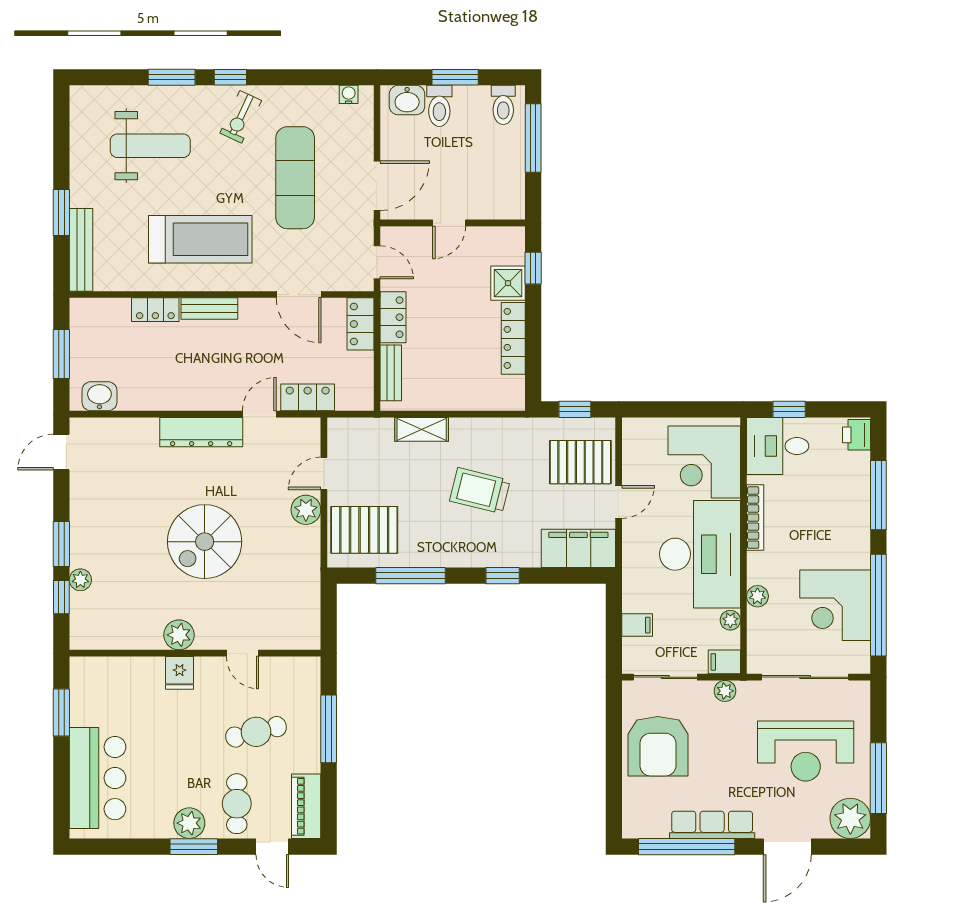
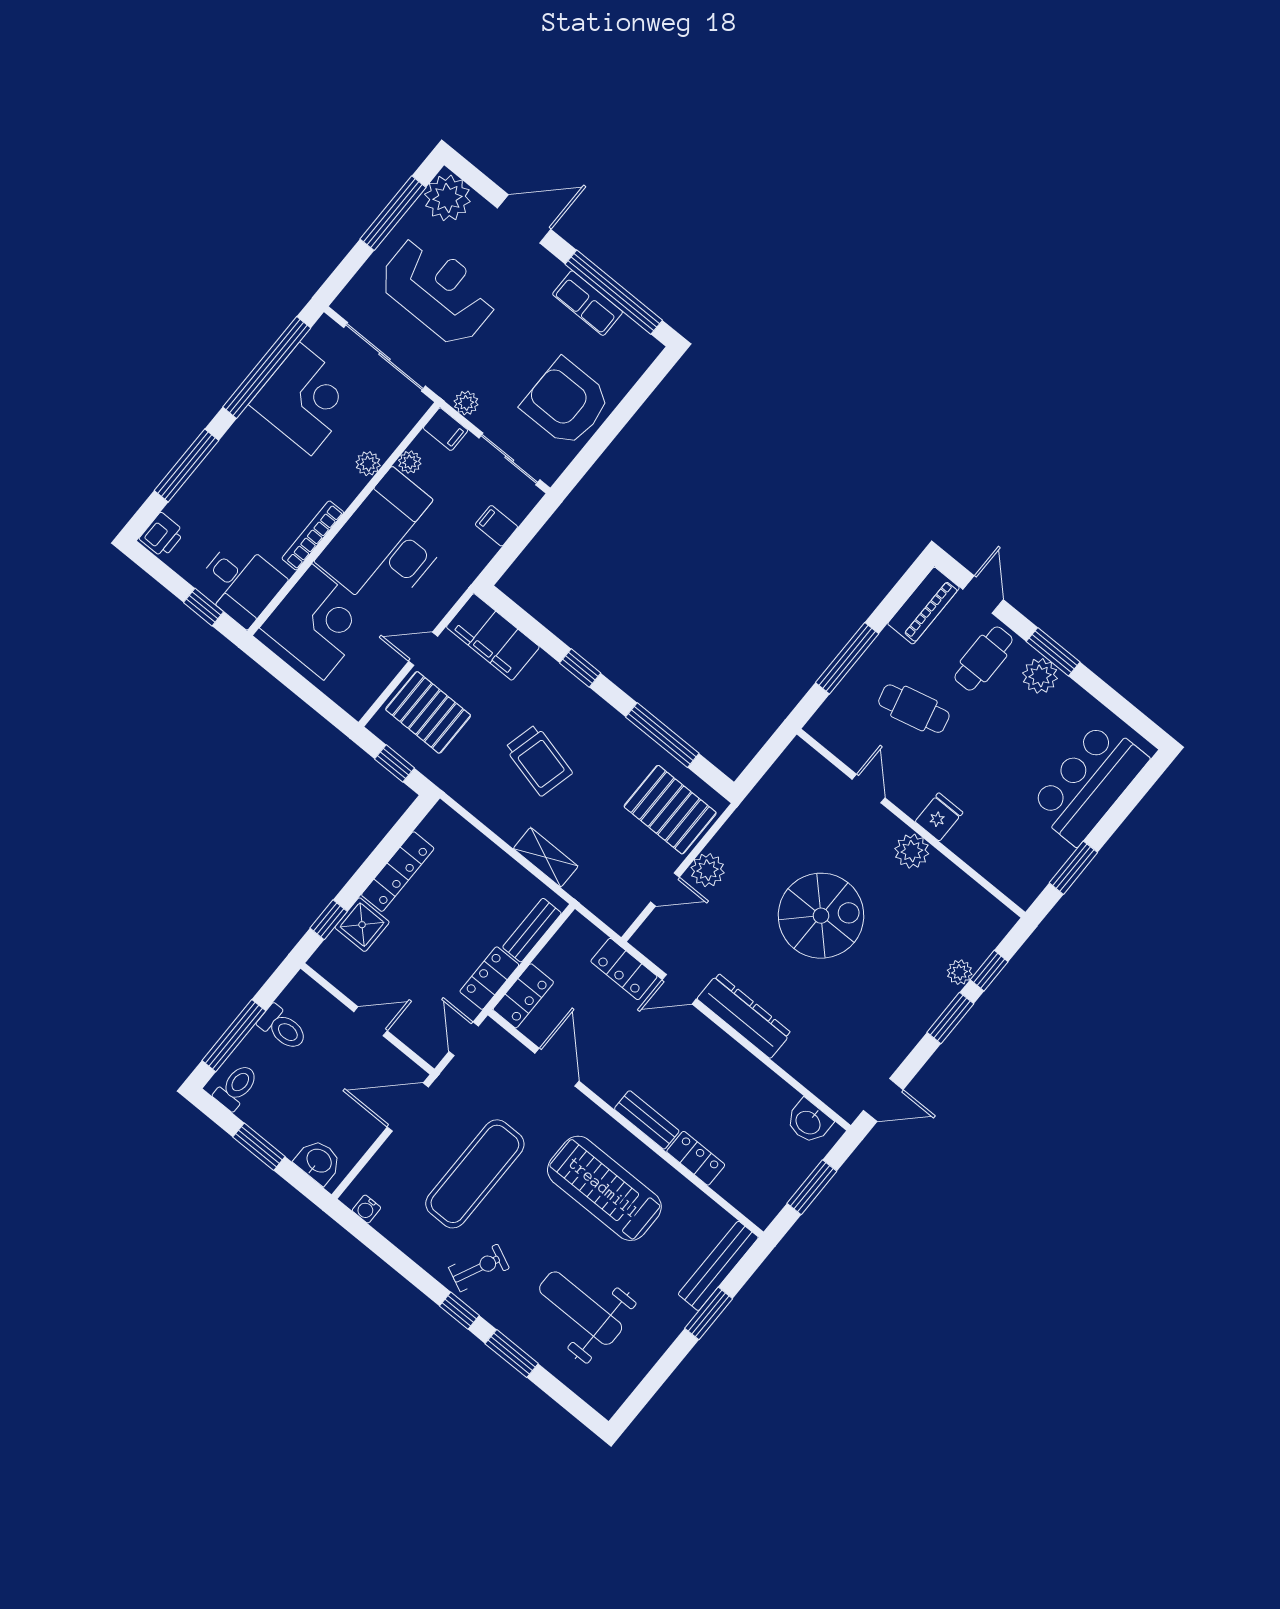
toilet: (439, 106) -> (283, 1028), moved, turned 90
armchair: (658, 746) -> (566, 403), turned -90
row of seats: (712, 825) -> (588, 303), width x0.68

